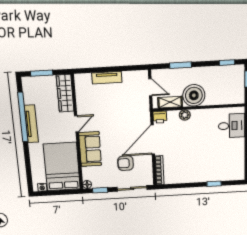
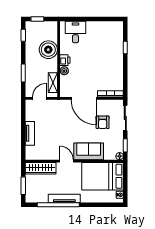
boiler: (194, 95) -> (48, 50), moved
printer: (160, 117) -> (65, 60), moved

